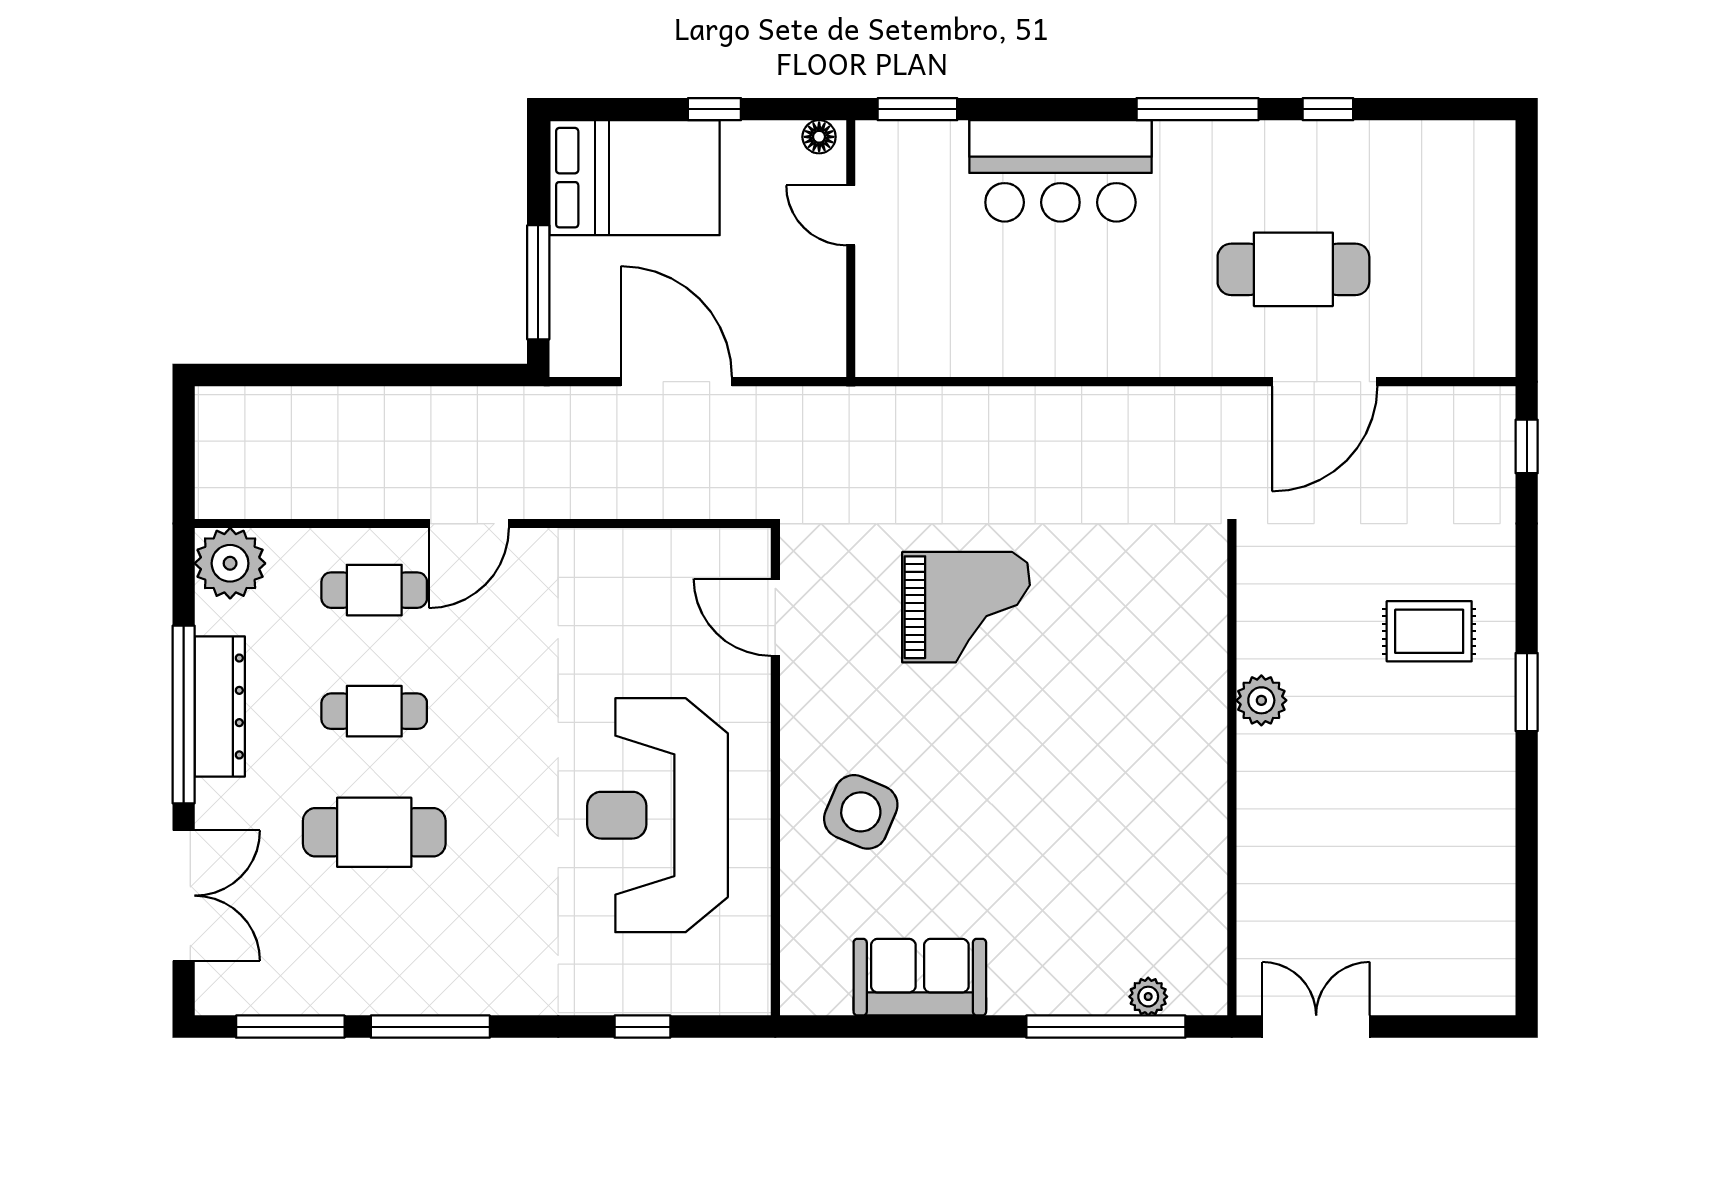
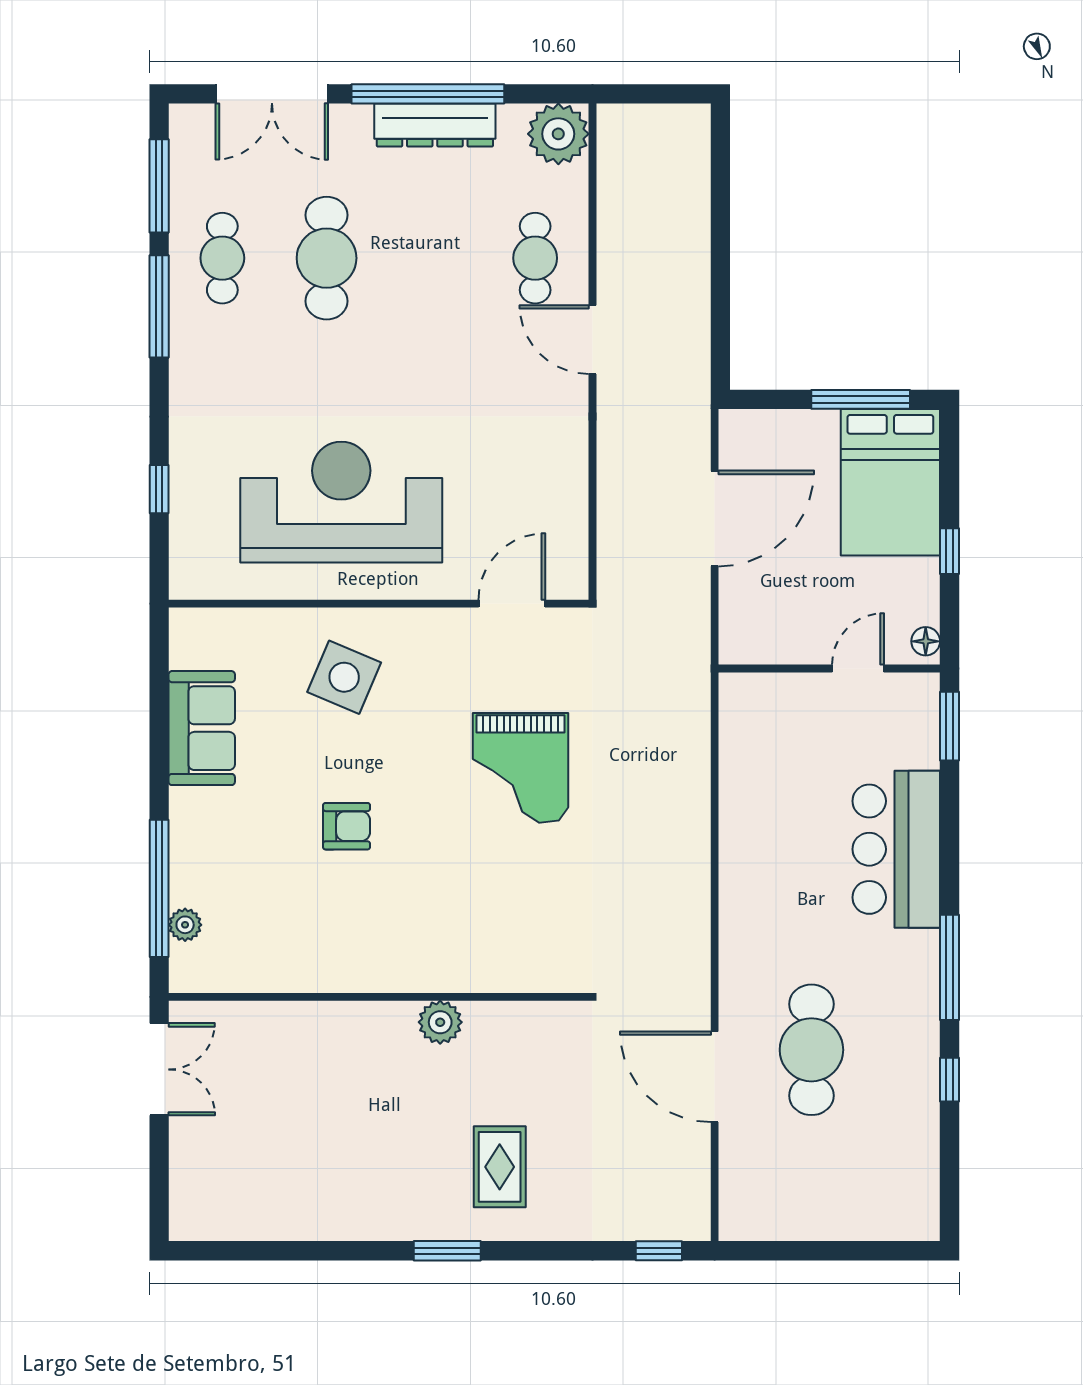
window: (538, 282) -> (861, 399), moved
cafe table: (374, 711) -> (222, 258), moved
armchair: (1034, 809) -> (347, 826), added

